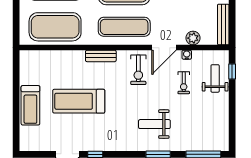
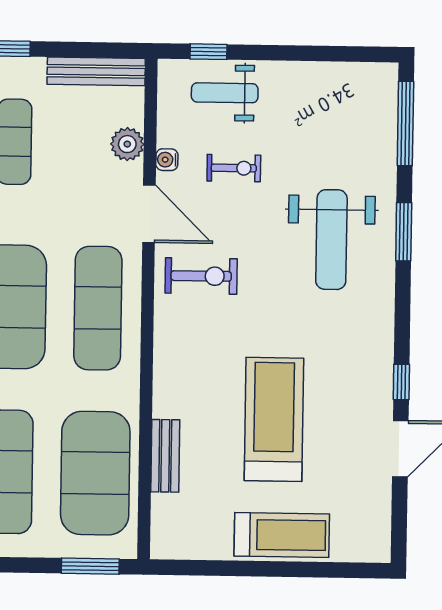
window: (16, 25) -> (90, 566), added
bench: (101, 56) -> (165, 456), moved
treadmill: (79, 101) -> (274, 419), turned 180
weight bench: (154, 124) -> (331, 240), width x1.36, depth x1.33

